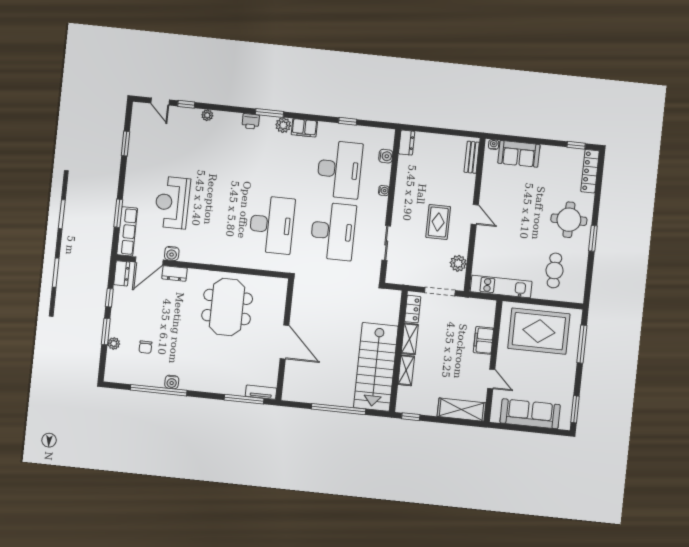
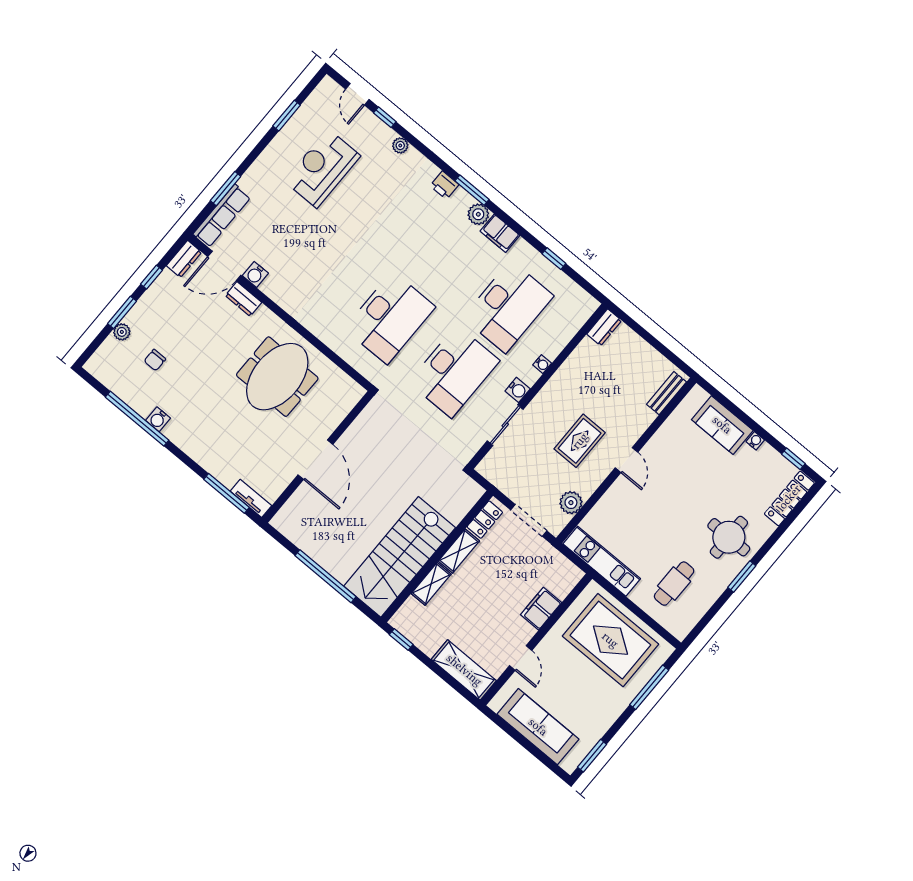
water cooler: (494, 144) -> (755, 441), moved
water cooler: (386, 156) -> (518, 390), moved
reception desk: (172, 203) -> (322, 169), moved

